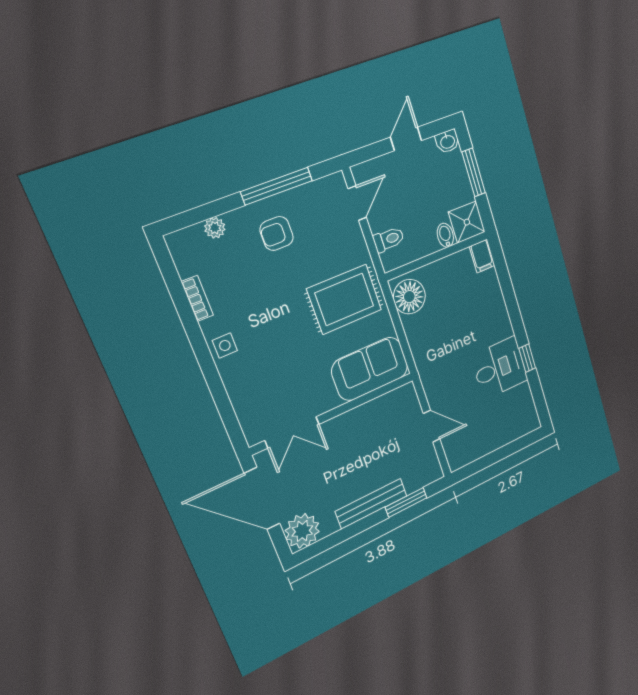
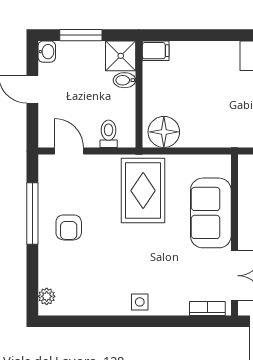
plant: (215, 228) -> (47, 296), moved
bookcase: (197, 298) -> (207, 309), moved
sofa: (370, 369) -> (211, 213), moved

